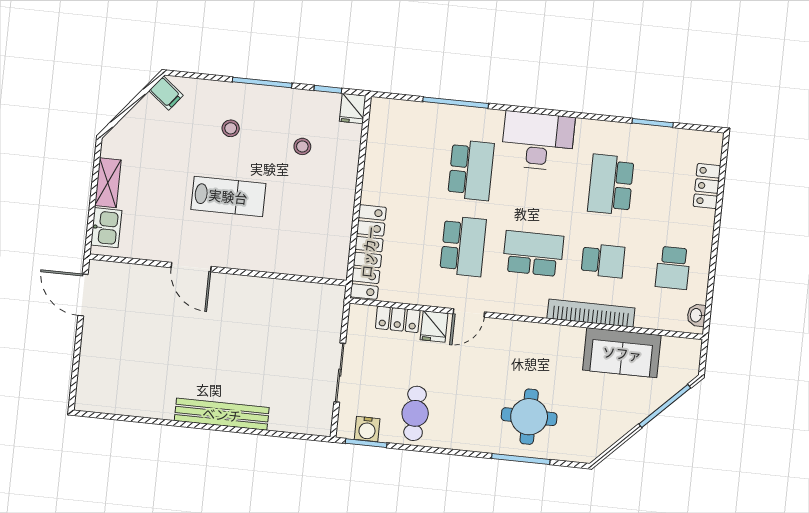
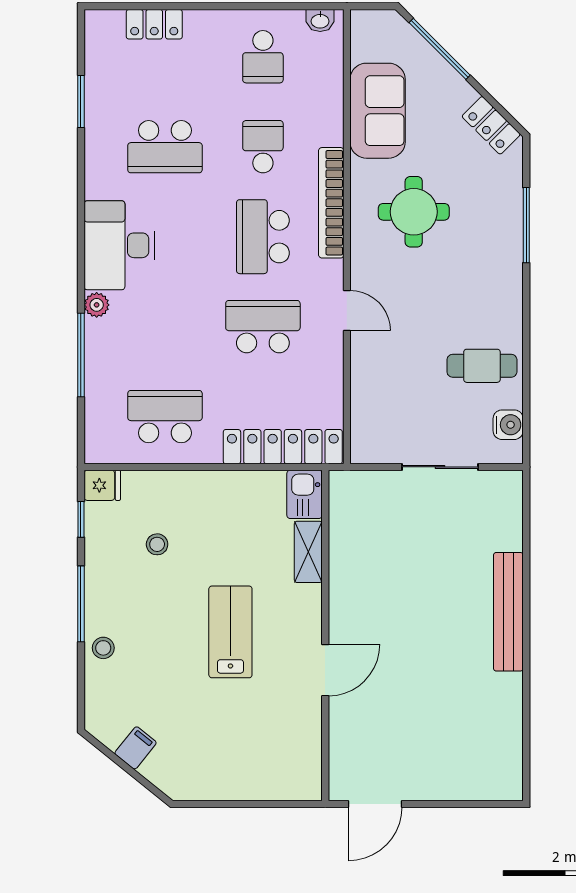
filing cabinet: (166, 93) -> (136, 748), moved
plant: (493, 119) -> (97, 305), added
stool: (231, 128) -> (103, 648), moved
school desk: (471, 170) -> (165, 417), moved
shelving: (108, 183) -> (308, 552), moved, turned 90
kitchen sink: (106, 228) -> (305, 494), moved, turned -90
school desk: (673, 268) -> (263, 57), turned 90
bookcase: (591, 313) -> (331, 203), moved
locker: (398, 319) -> (491, 125), moved, turned 135
fridge: (434, 326) -> (369, 353), removed
round table: (529, 417) -> (414, 212), moved
window: (366, 443) -> (526, 424), removed

